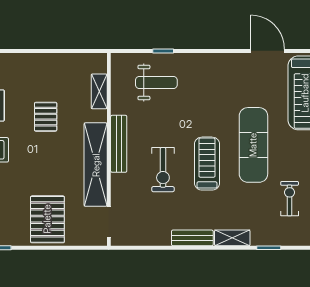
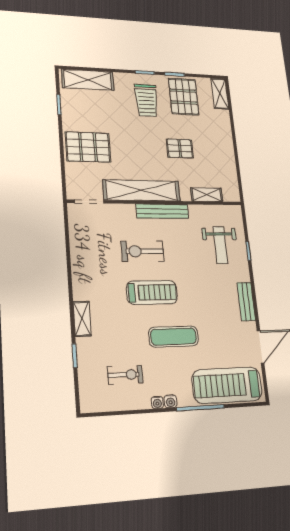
exercise mat: (253, 145) -> (174, 337), width x0.73, depth x0.69
bench: (192, 238) -> (246, 302), moved

